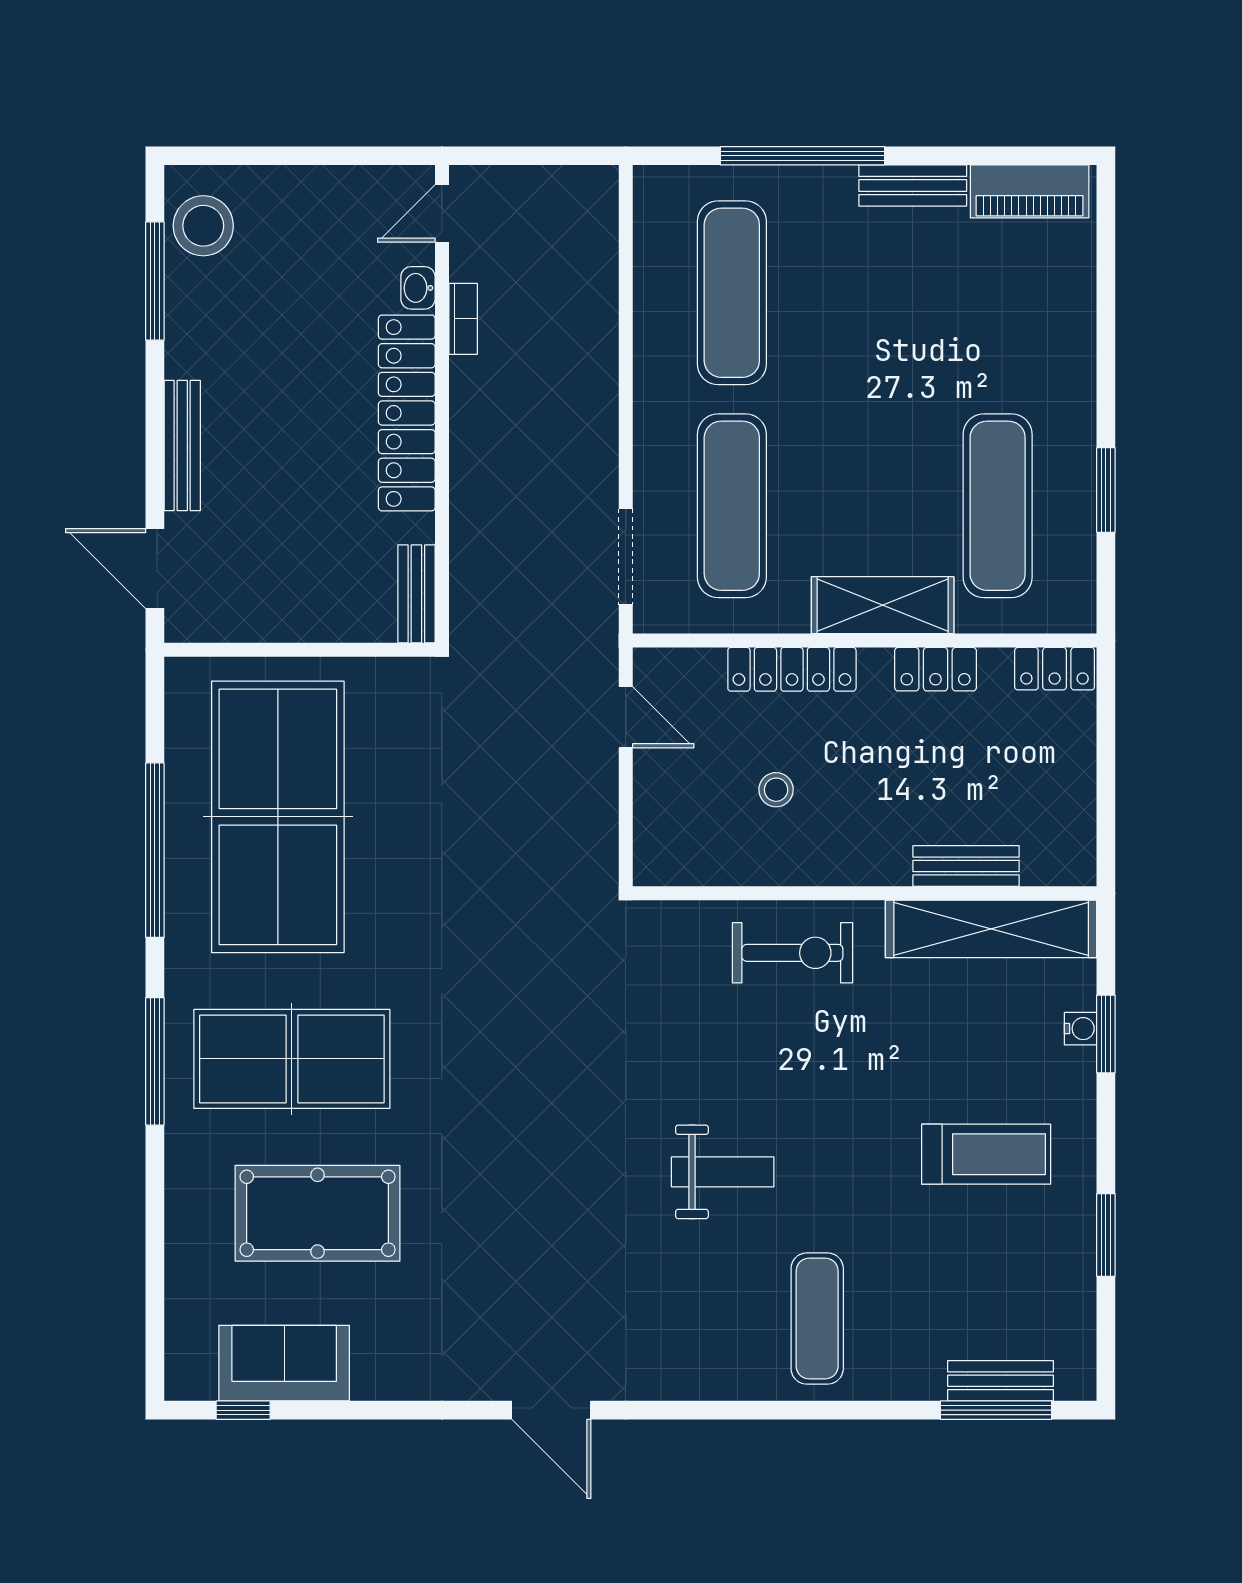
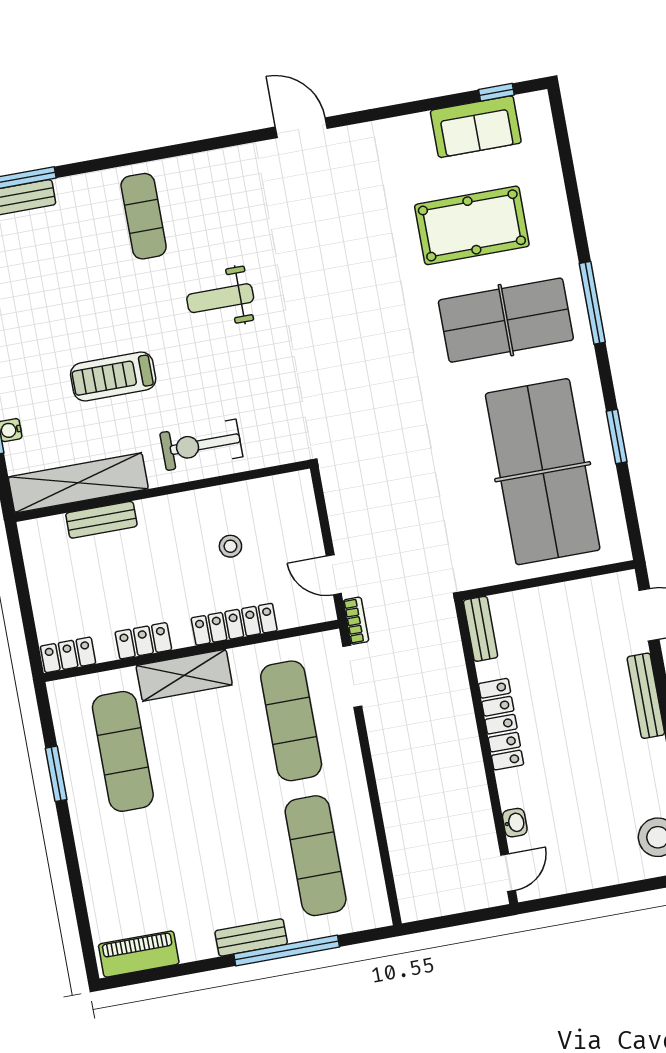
bench: (913, 185) -> (251, 937), moved
bookcase: (463, 319) -> (356, 621), moved, turned 180
locker: (407, 413) -> (501, 724), width x0.71, depth x0.83
window: (155, 850) -> (617, 436), width x0.47
treadmill: (986, 1154) -> (113, 377), moved

